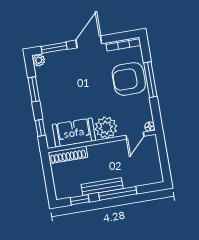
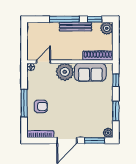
armchair: (129, 79) -> (41, 106), width x0.53, depth x0.53
plant: (63, 191) -> (107, 28), added

